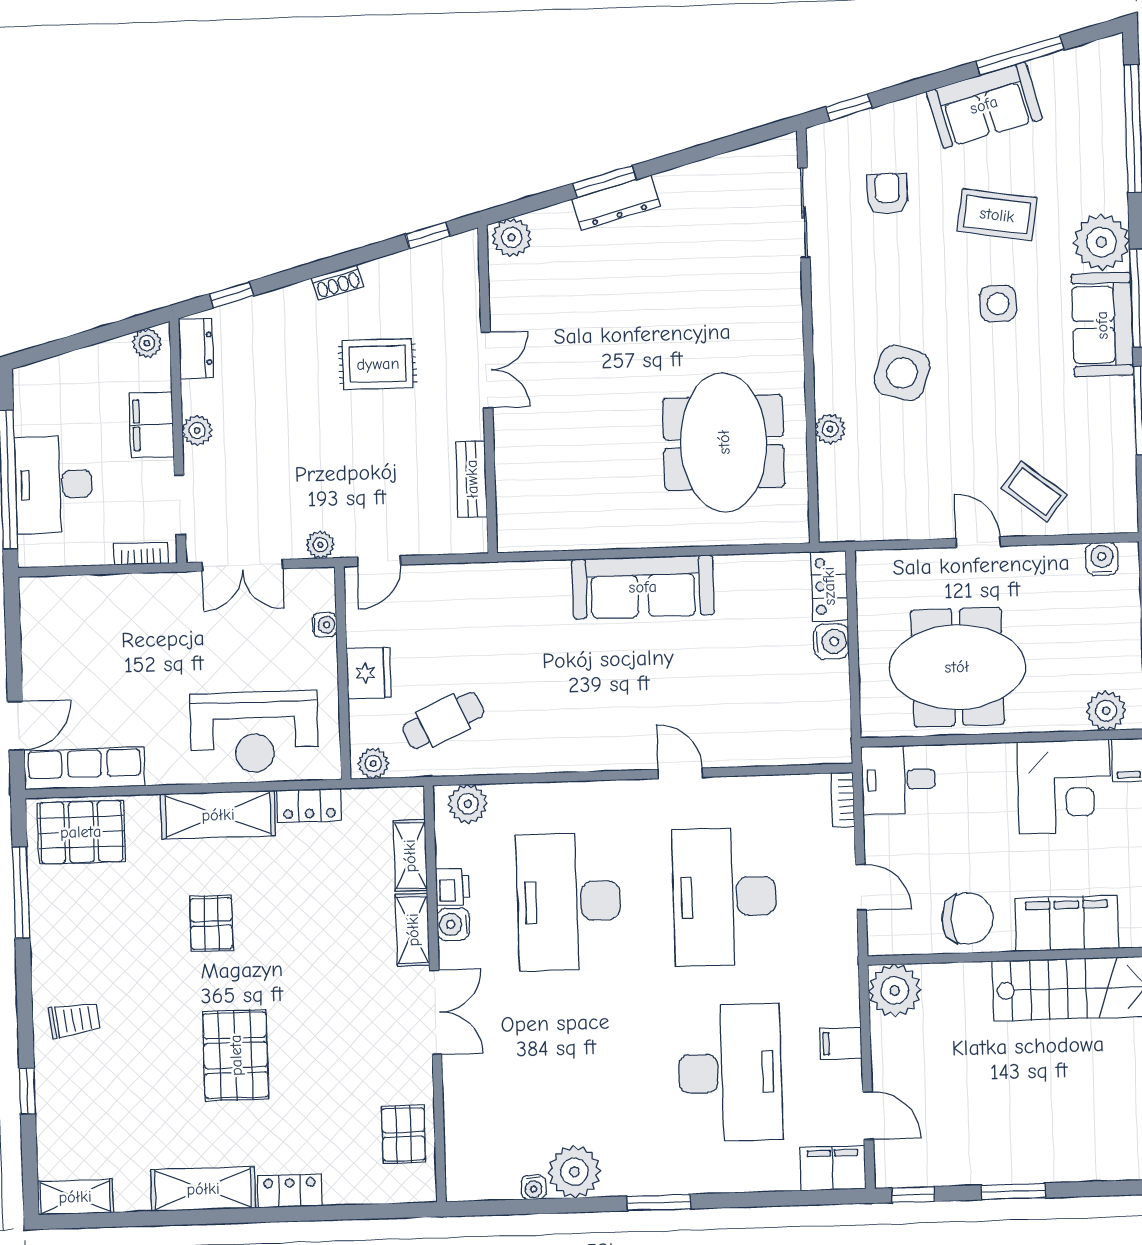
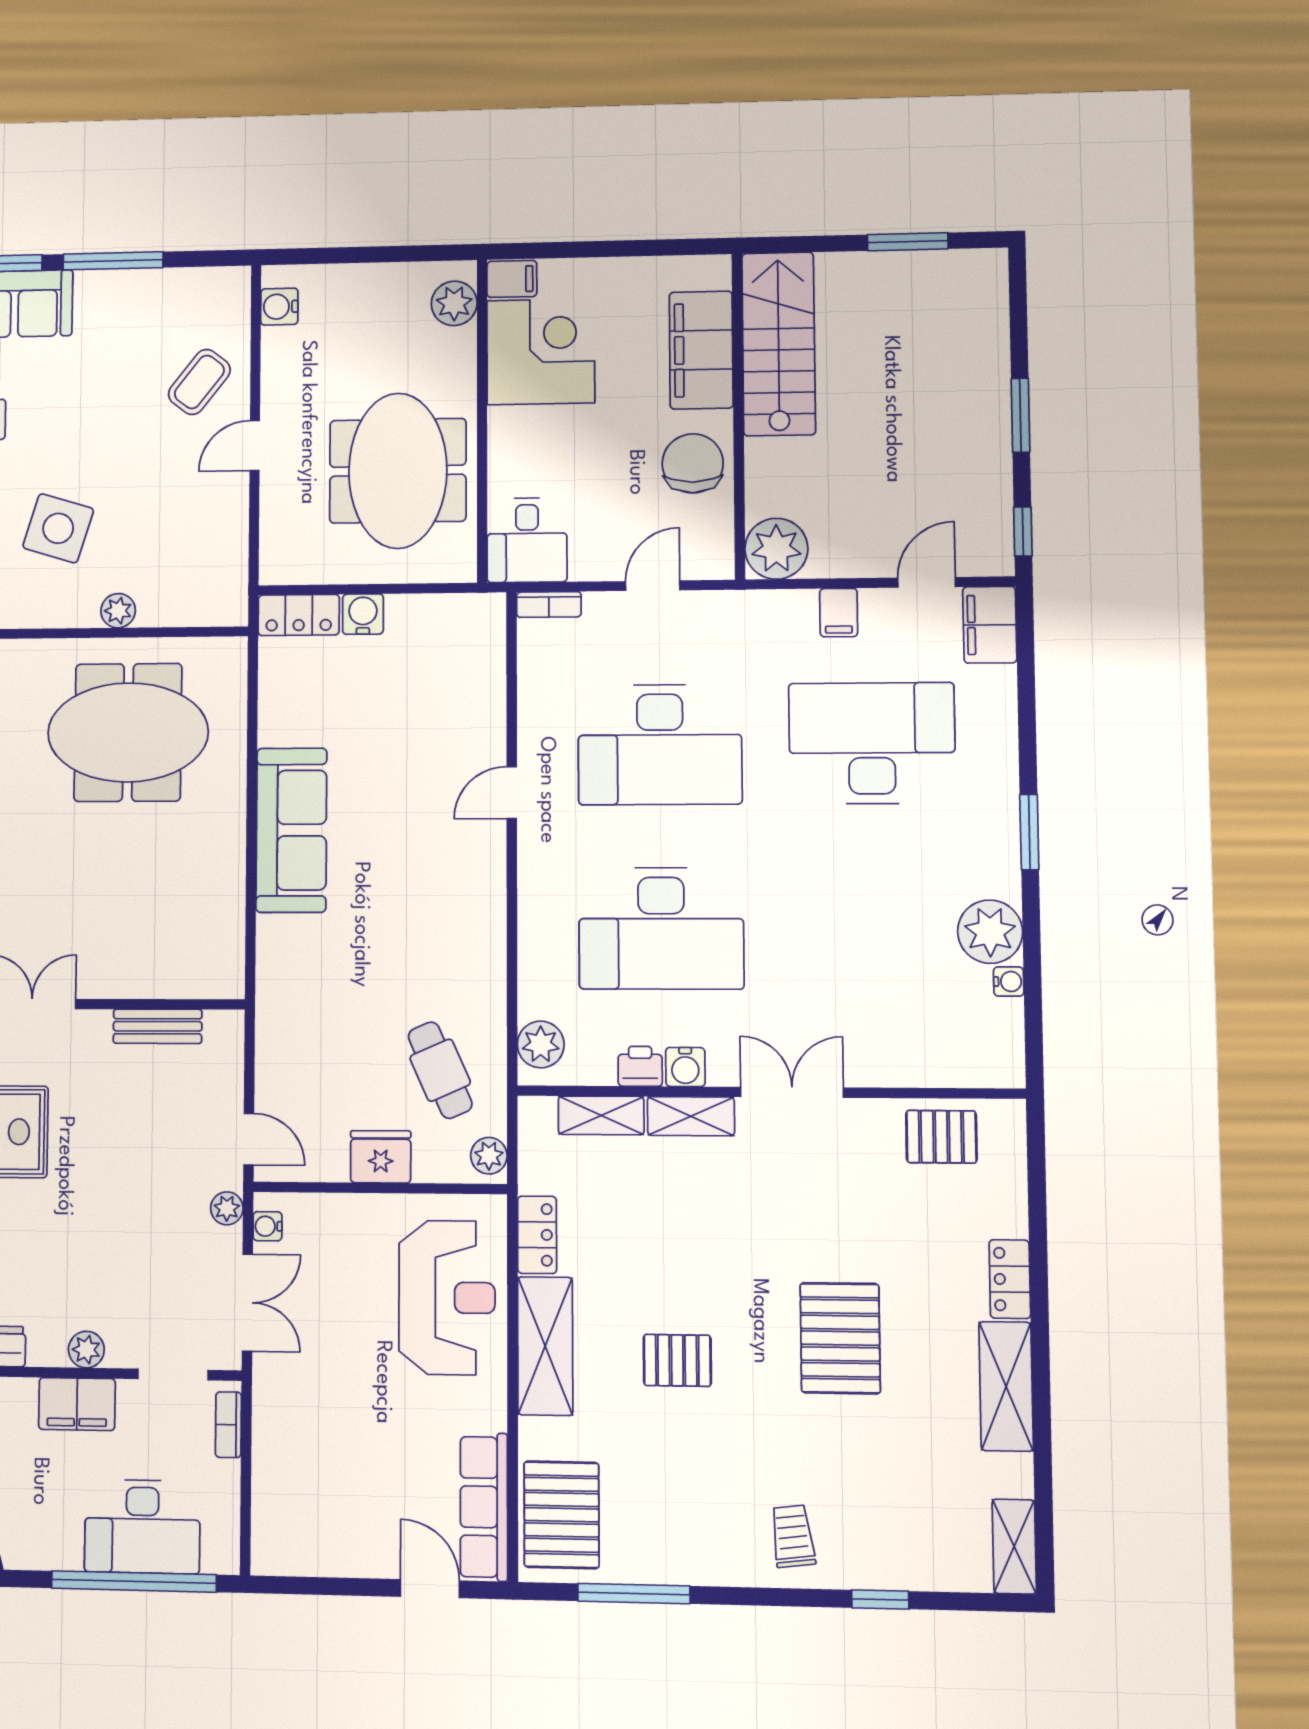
water cooler: (325, 625) -> (267, 1226), moved, turned -90
pallet: (236, 1055) -> (840, 1338), turned 90

